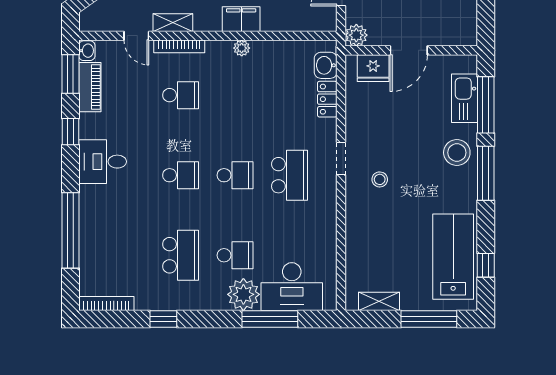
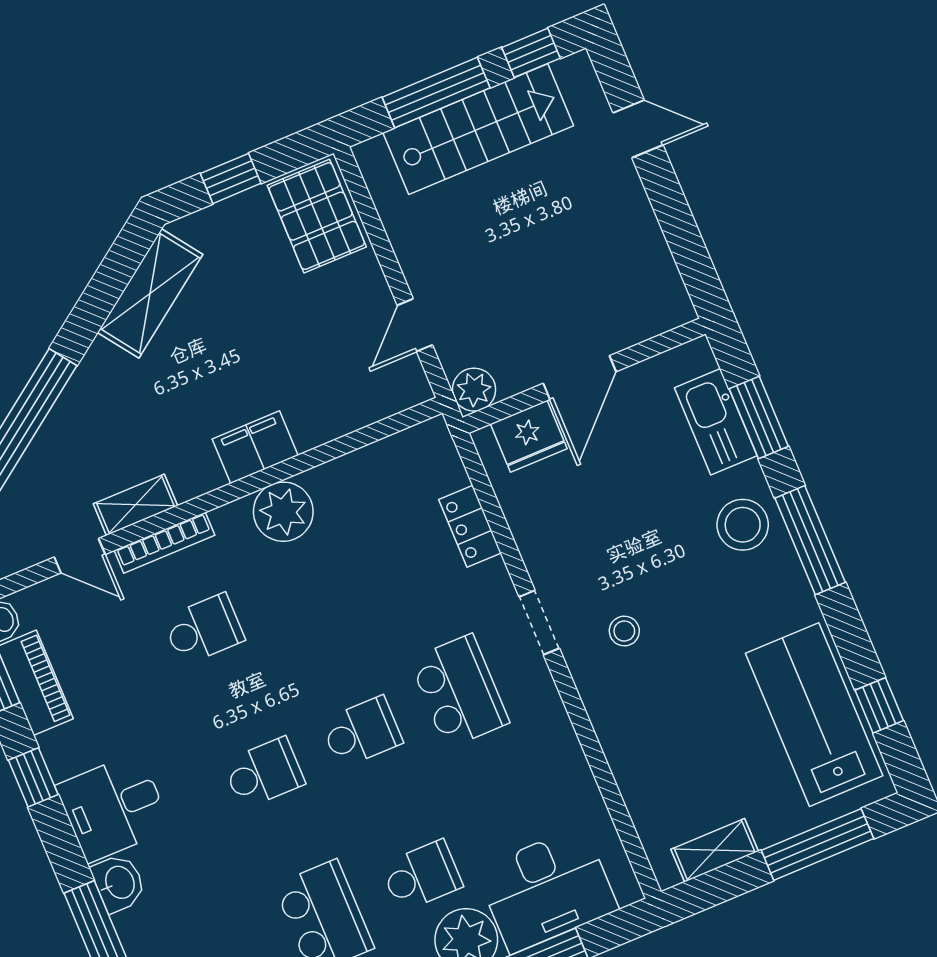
plant: (242, 48) -> (283, 512), width x1.87, depth x1.87
washbasin: (326, 65) -> (119, 883), moved, turned 180
window: (486, 105) -> (759, 418), width x0.69

